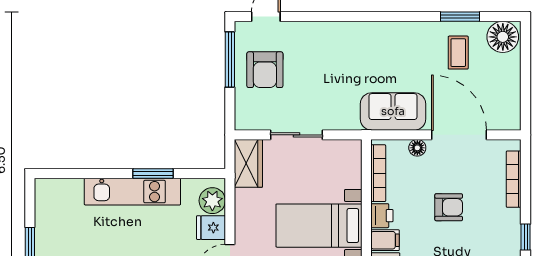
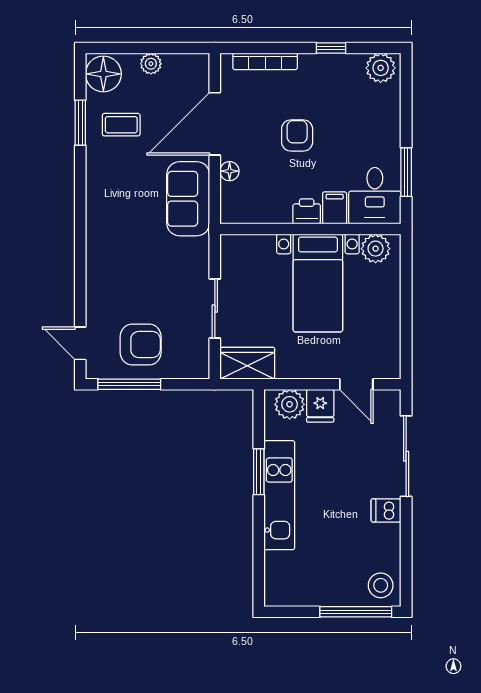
plant: (512, 79) -> (151, 64), added
bookcase: (378, 173) -> (258, 216), removed

